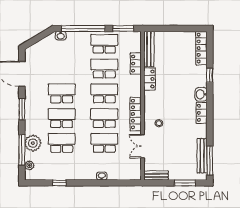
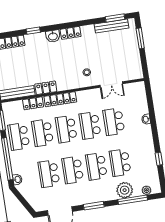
school desk: (62, 69) -> (49, 174), added
locker: (136, 114) -> (60, 99), moved
window: (210, 161) -> (115, 18), width x0.69
bench: (156, 175) -> (137, 67), removed

